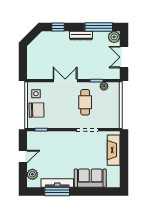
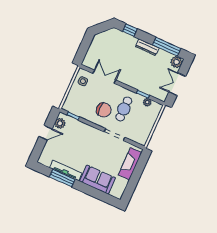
double door: (65, 81) -> (104, 77), moved
chair: (37, 110) -> (104, 110), moved
plant: (32, 174) -> (60, 123), moved

